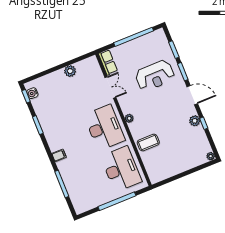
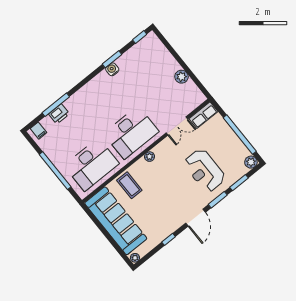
water cooler: (32, 93) -> (112, 69), moved
plant: (195, 121) -> (251, 162), moved
filing cabinet: (59, 155) -> (39, 131), moved
sofa: (175, 163) -> (116, 221), added
printer: (70, 183) -> (59, 114), added

